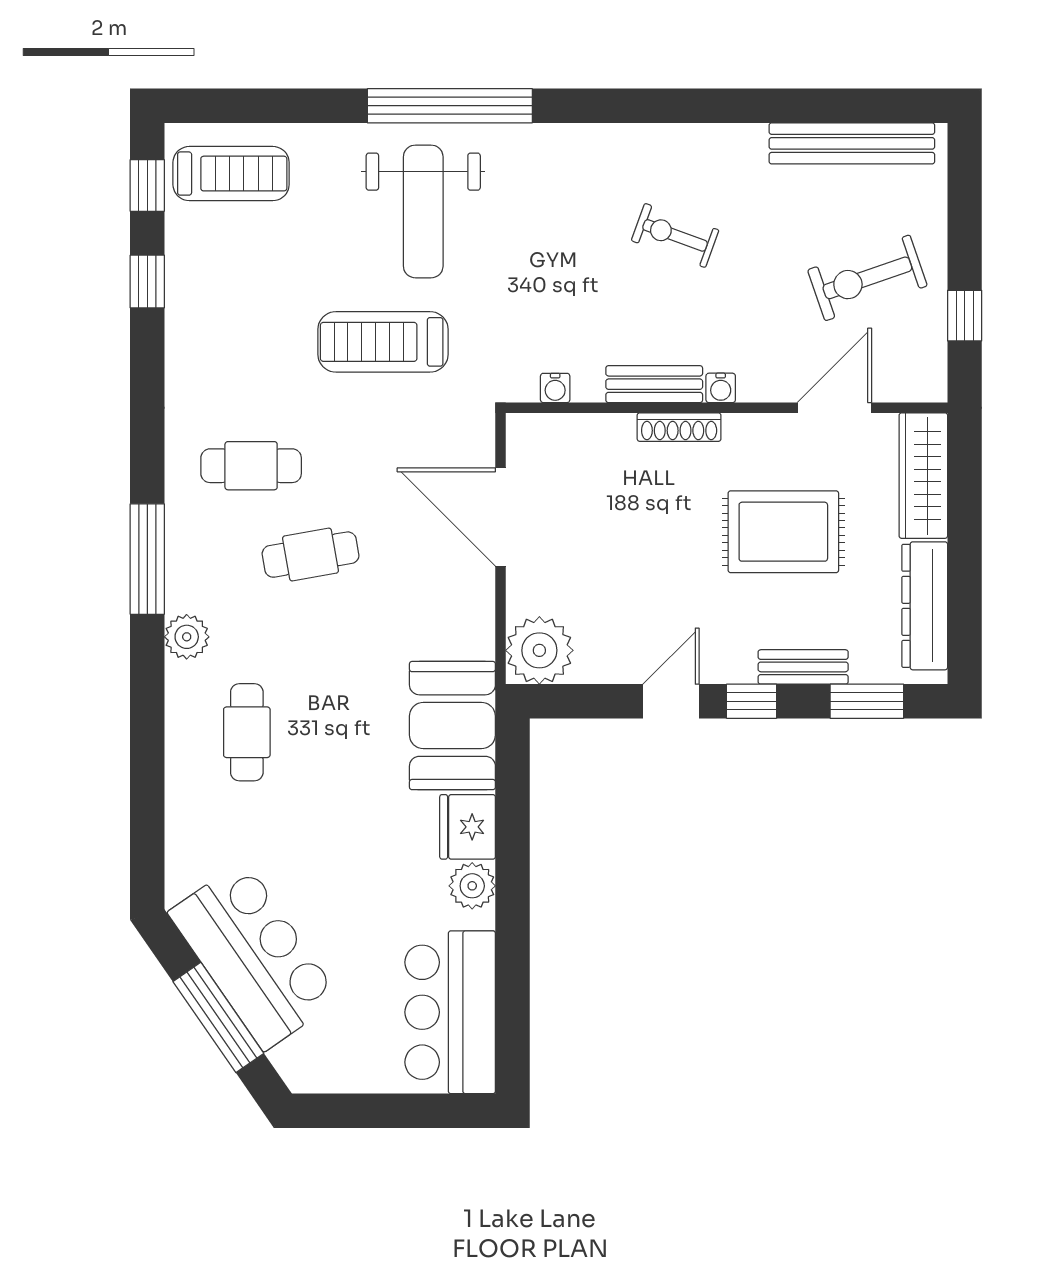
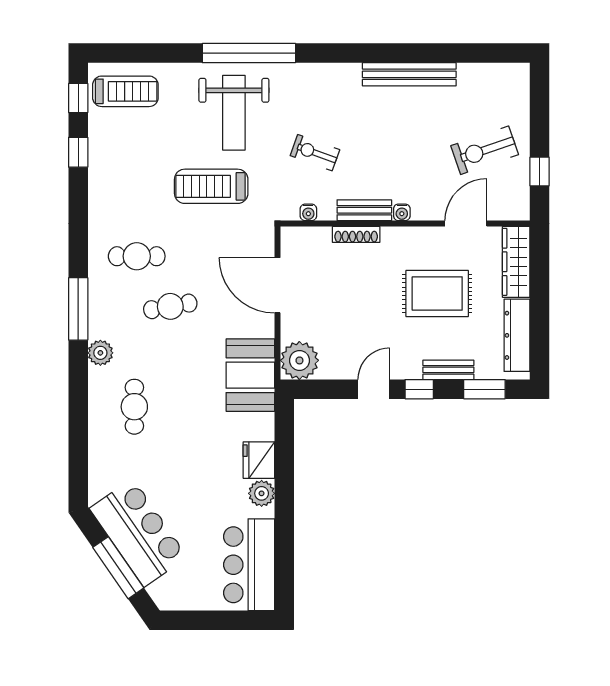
bench: (852, 143) -> (409, 74), moved
exercise bike: (675, 235) -> (315, 153), moved
shoe rack: (679, 427) -> (356, 234), moved
booth: (452, 726) -> (250, 375), moved

